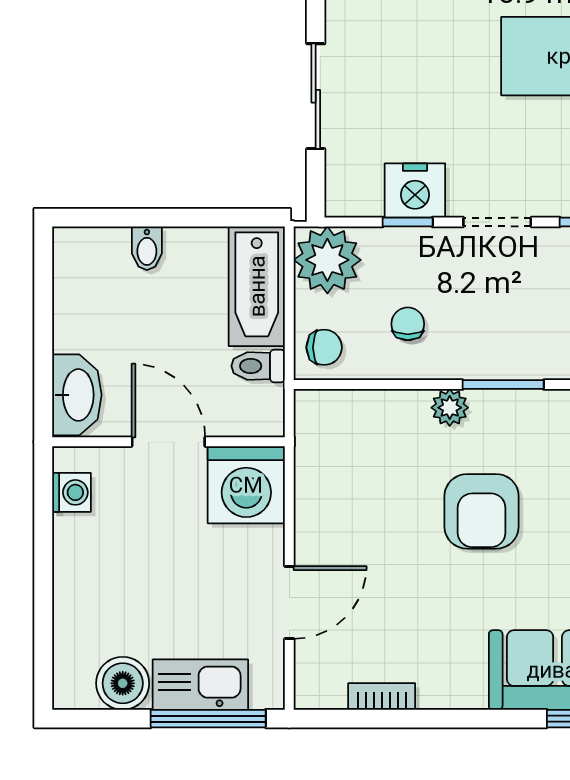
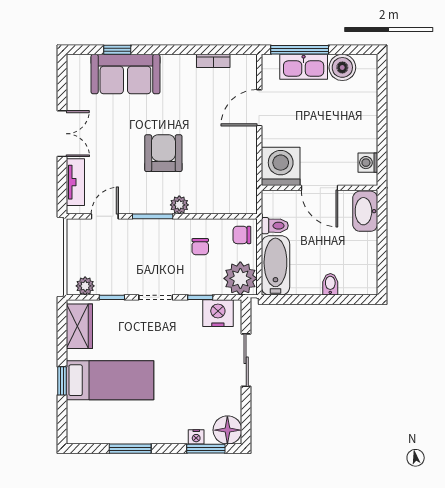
nightstand: (415, 190) -> (218, 313), moved

